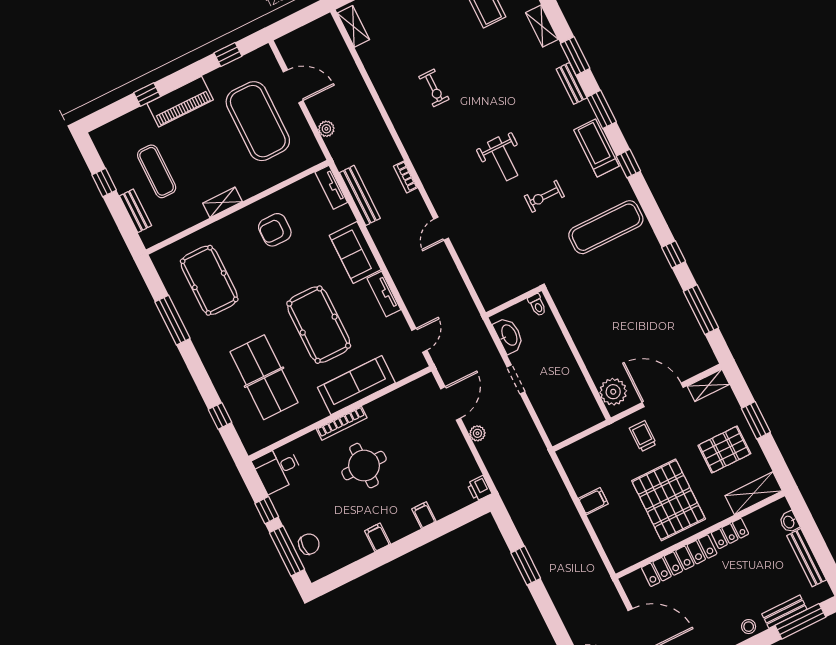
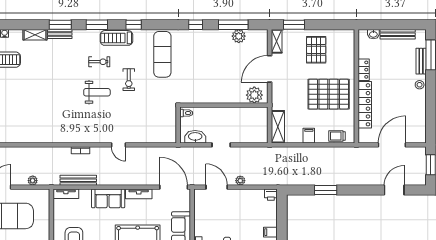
bench: (572, 83) -> (60, 34), moved
exercise bike: (434, 88) -> (99, 62), moved
plant: (688, 326) -> (239, 36), added
door: (419, 340) -> (174, 187), width x1.88
window: (756, 420) -> (294, 25), moved
trolley: (643, 436) -> (337, 136), moved
shelving: (754, 493) -> (278, 127), moved

